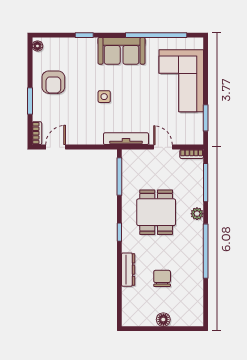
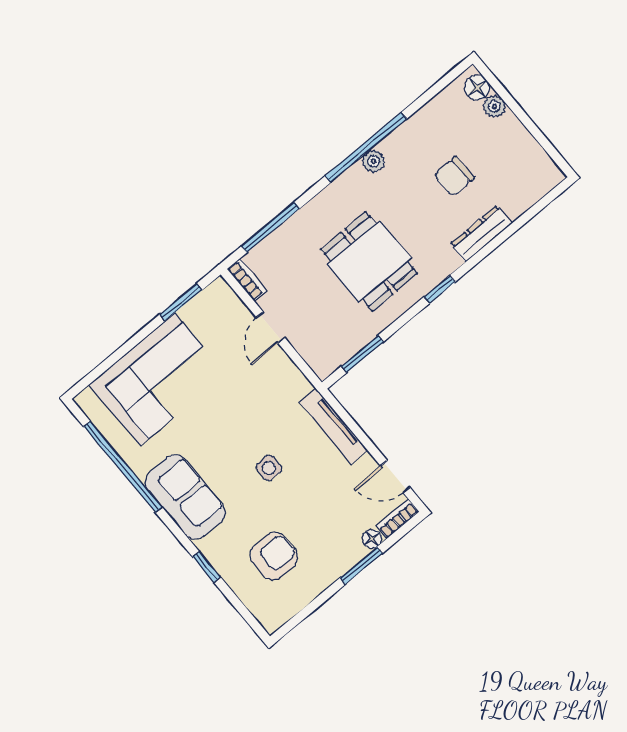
floor lamp: (37, 46) -> (372, 539), moved
armchair: (53, 82) -> (274, 556), moved
tv unit: (126, 139) -> (333, 426), moved
window: (119, 177) -> (362, 354), width x0.69
dining table: (156, 212) -> (369, 261), turned 90
plant: (197, 214) -> (373, 161), moved
floor lamp: (163, 320) -> (477, 88), moved
plant: (177, 320) -> (494, 106), added

